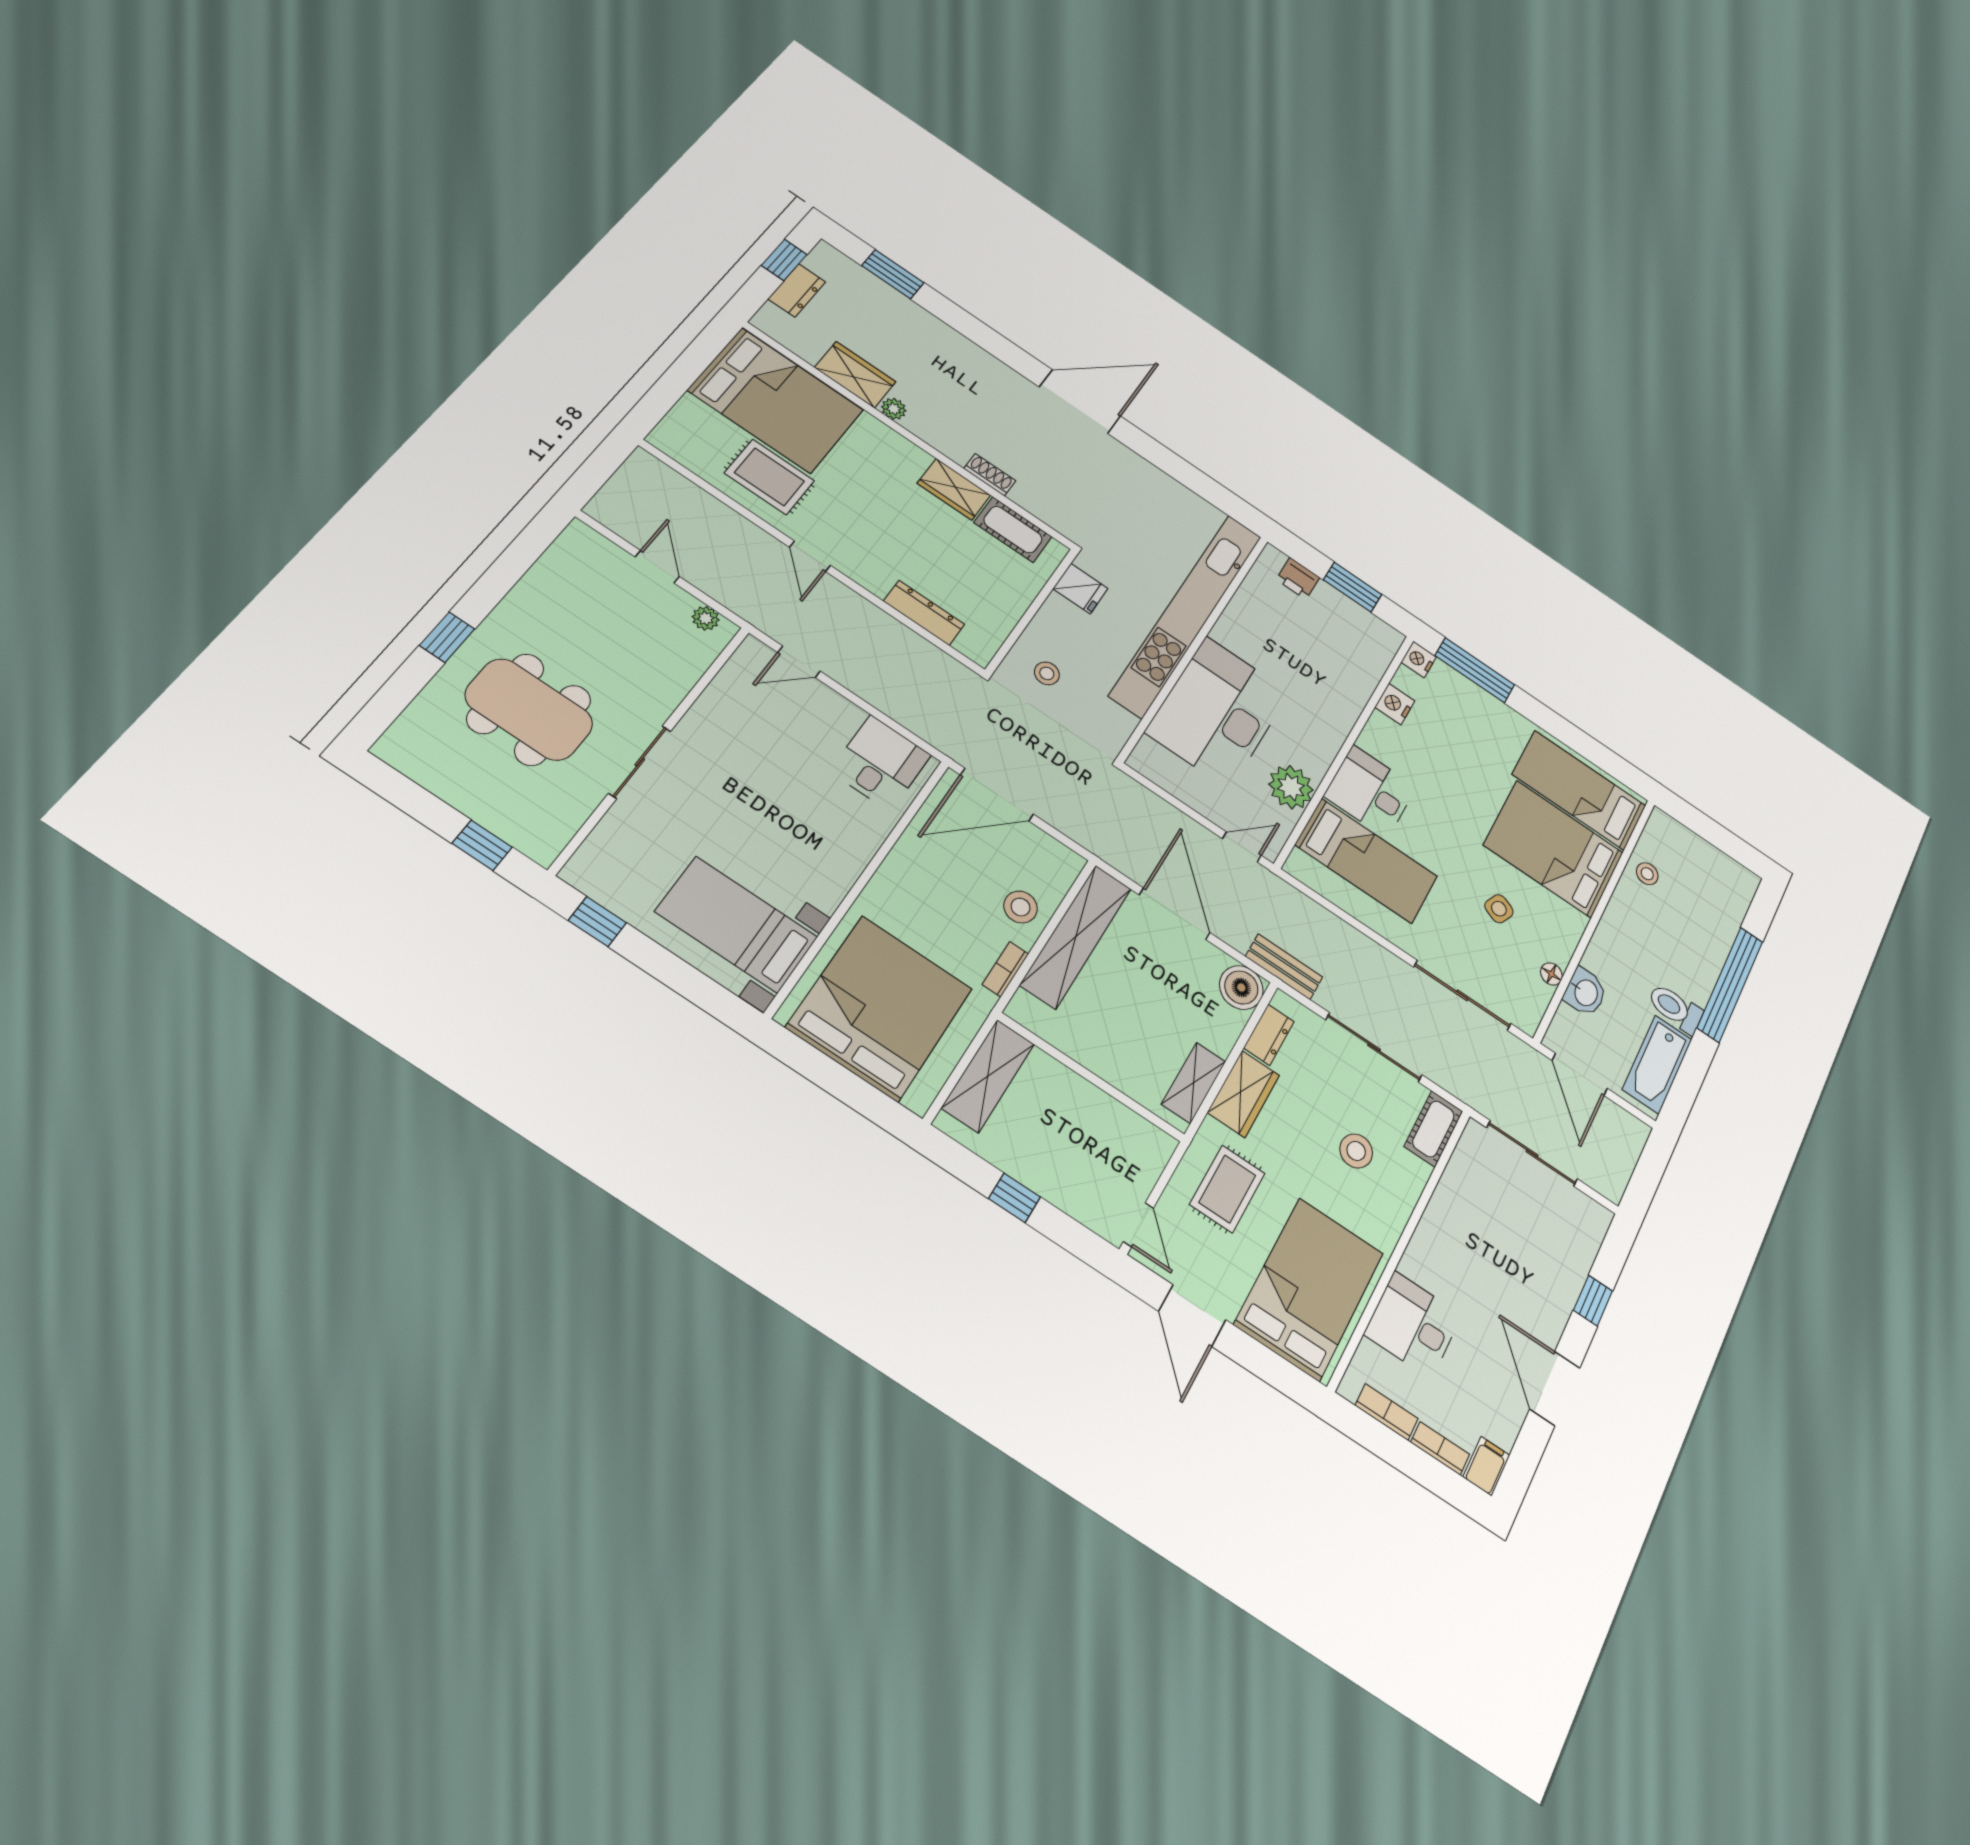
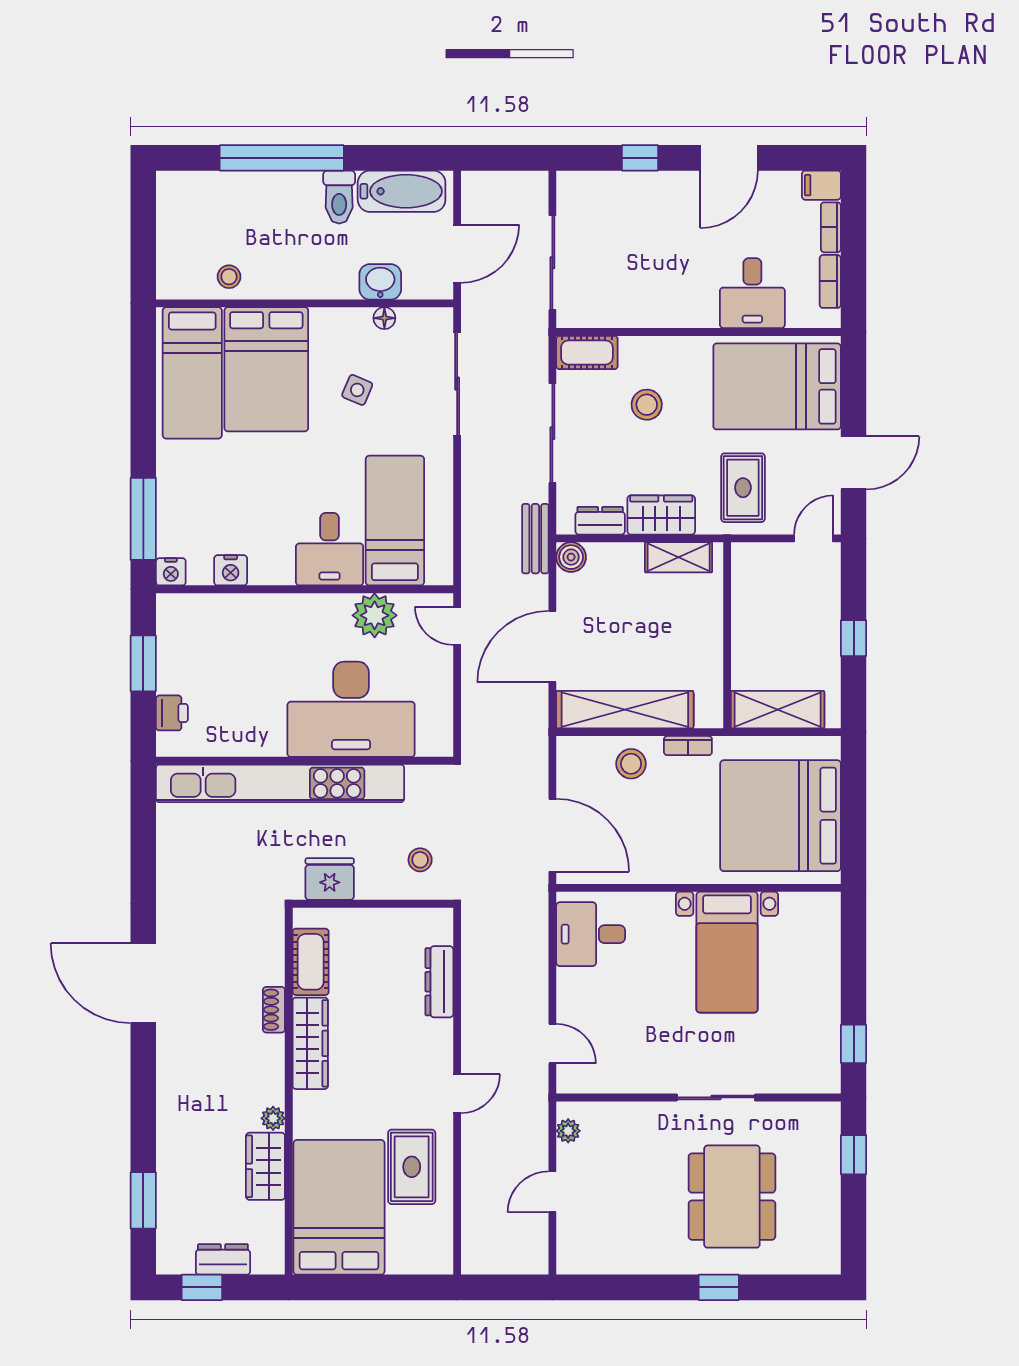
wardrobe: (954, 489) -> (310, 1043), width x1.50
fridge: (1080, 589) -> (330, 879), width x1.38
bed with nightstands: (737, 924) -> (727, 952), moved
boiler: (1241, 988) -> (571, 557), width x0.73, depth x0.73
rug: (1227, 1189) -> (743, 488), turned 90

